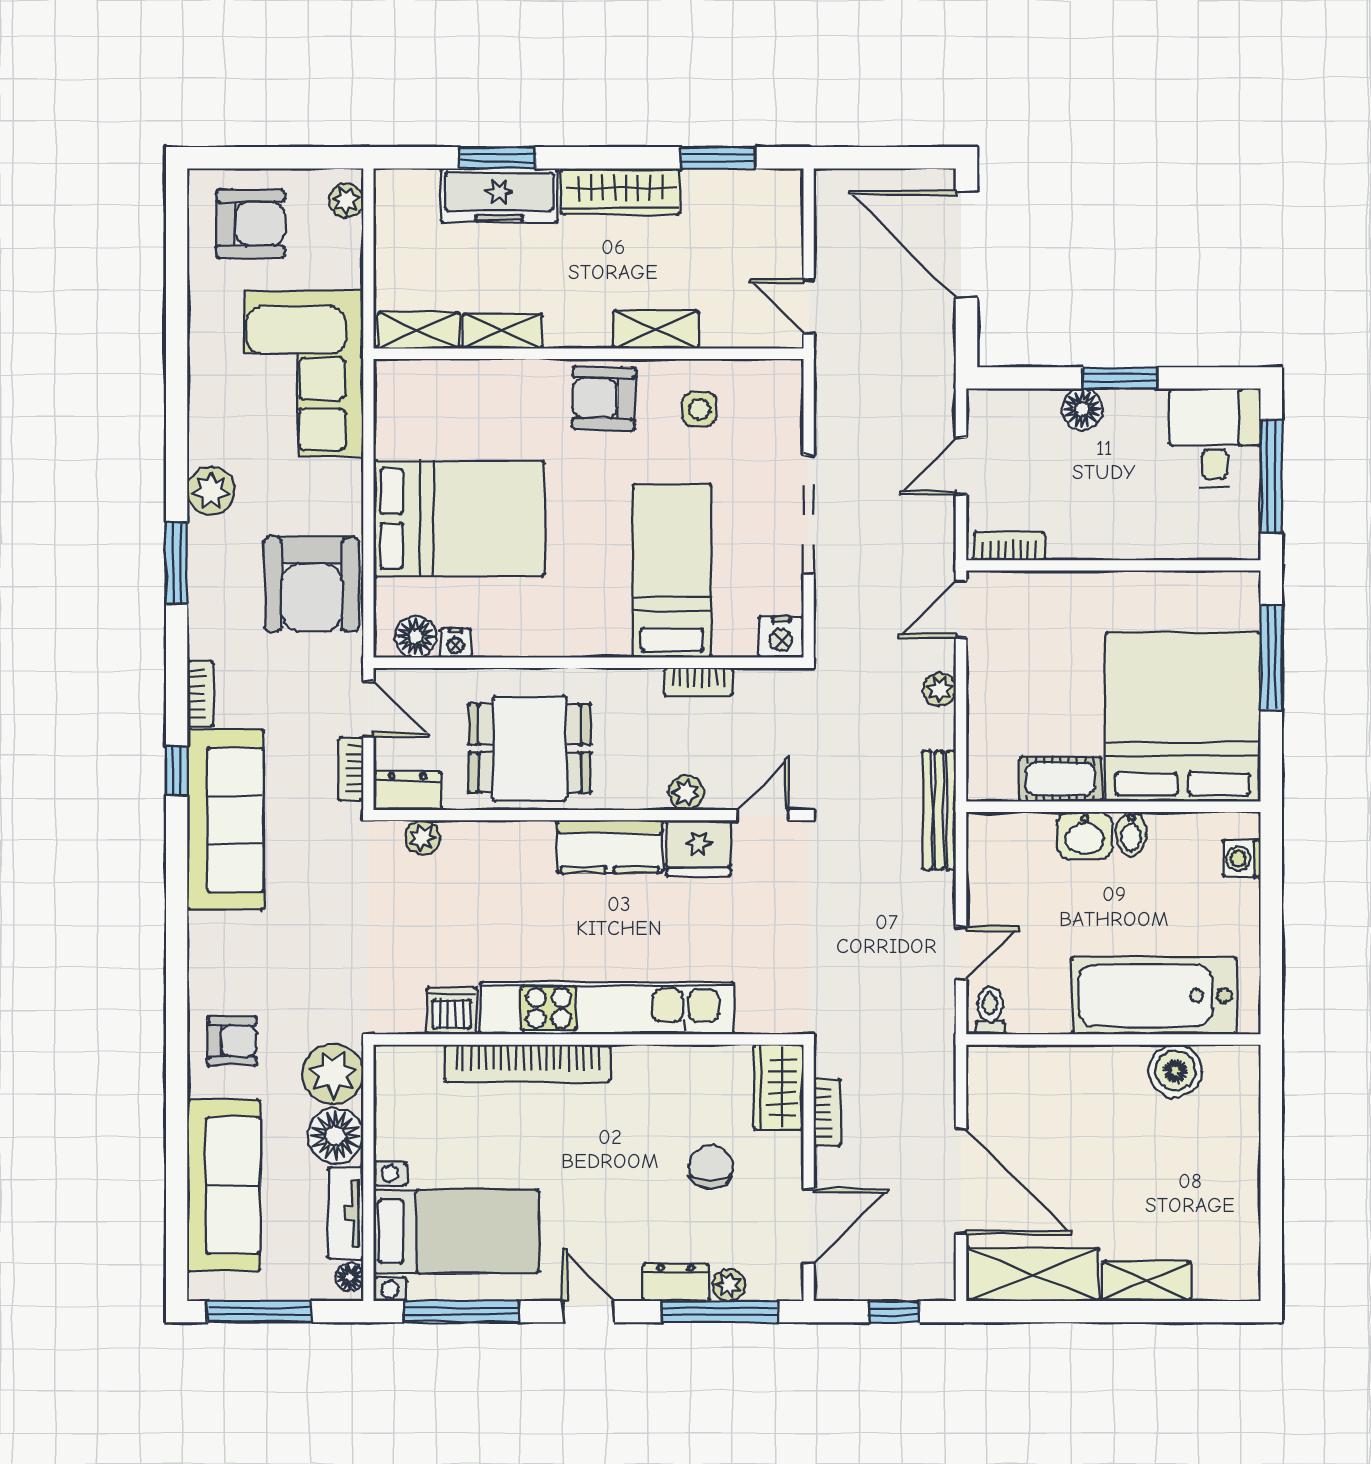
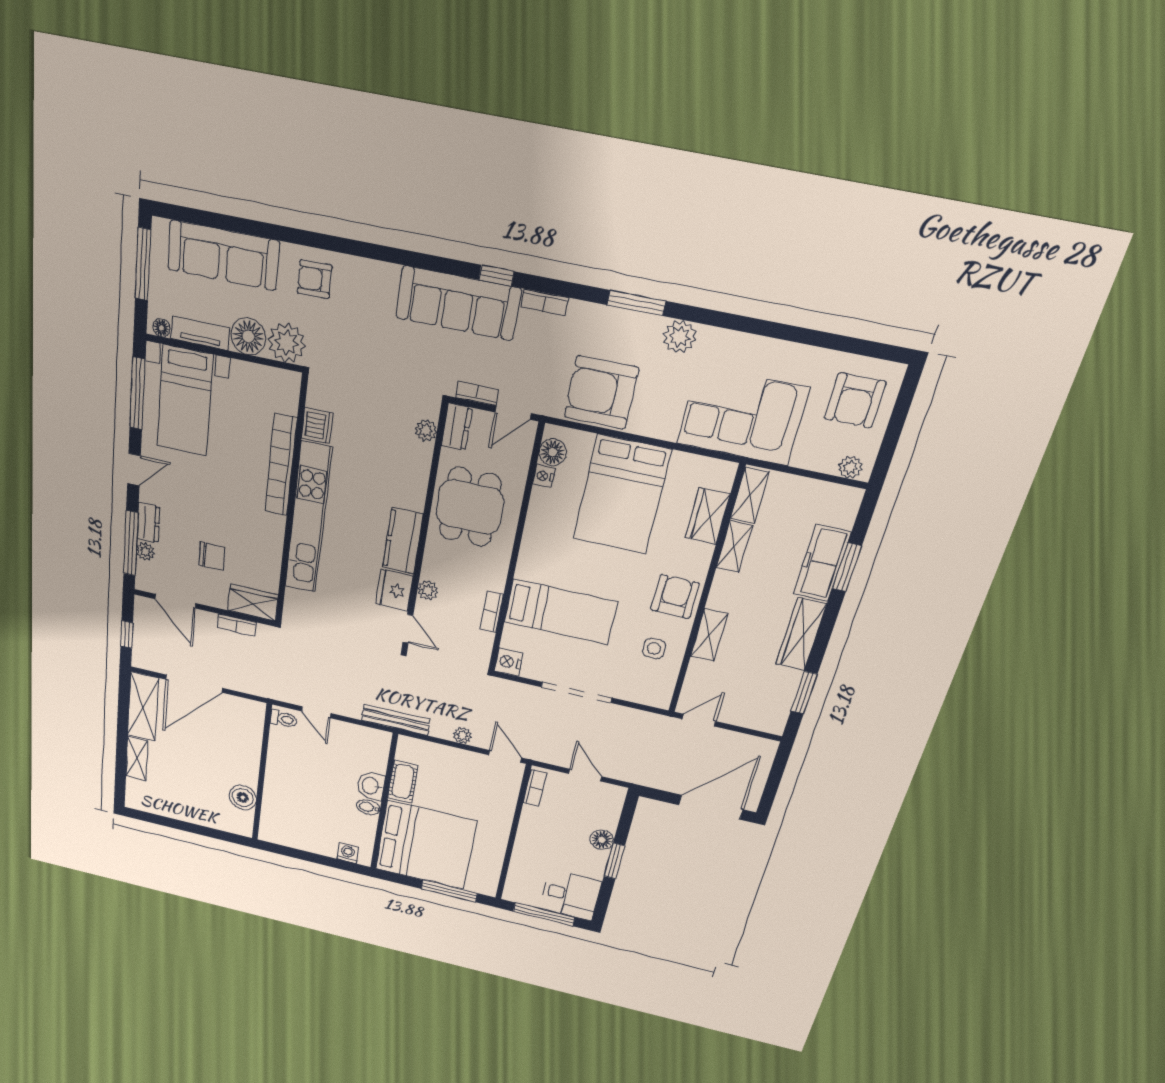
wardrobe: (464, 383) -> (708, 516), added
bathtub: (1154, 996) -> (283, 797), removed
armchair: (232, 1041) -> (315, 279), turned 89

